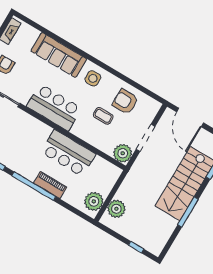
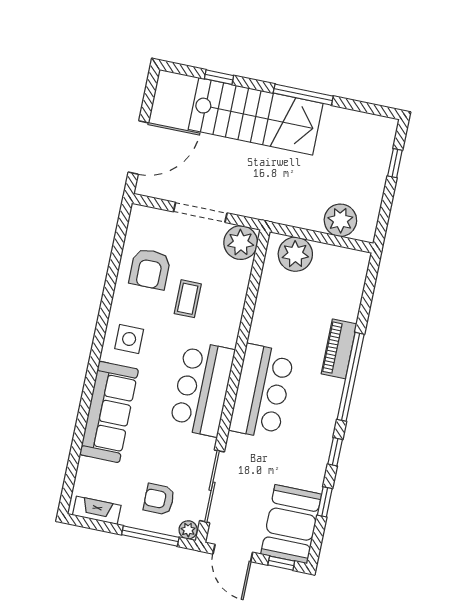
bar counter: (68, 153) -> (262, 391), moved
plant: (94, 201) -> (295, 254), moved

